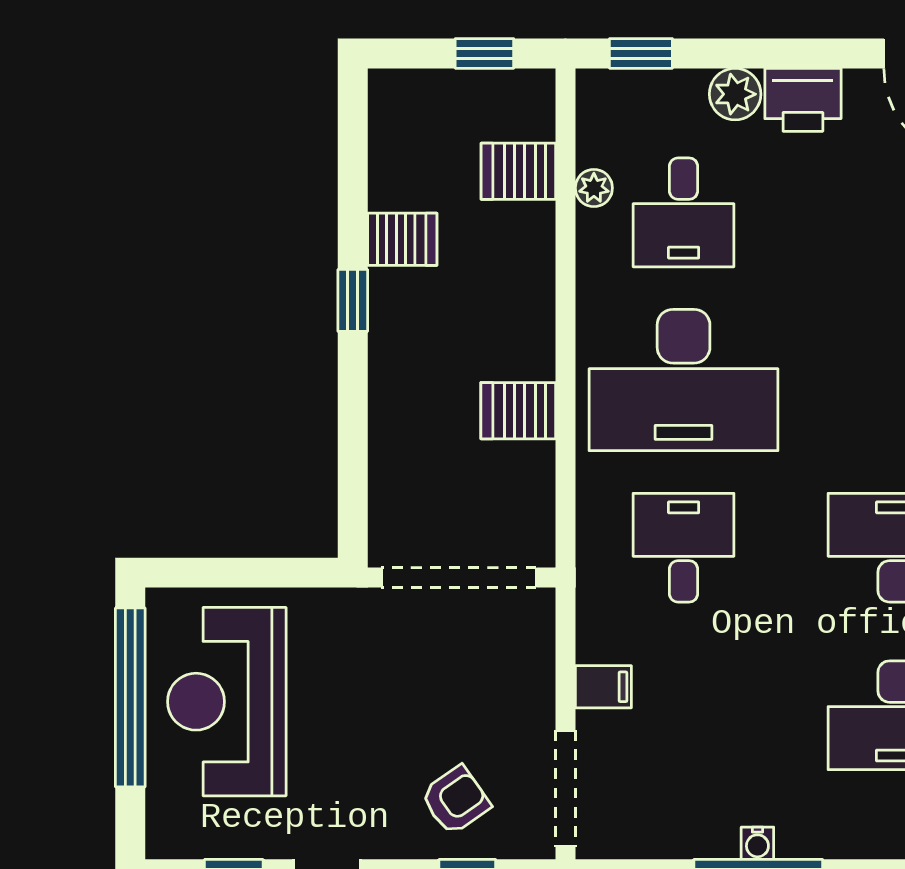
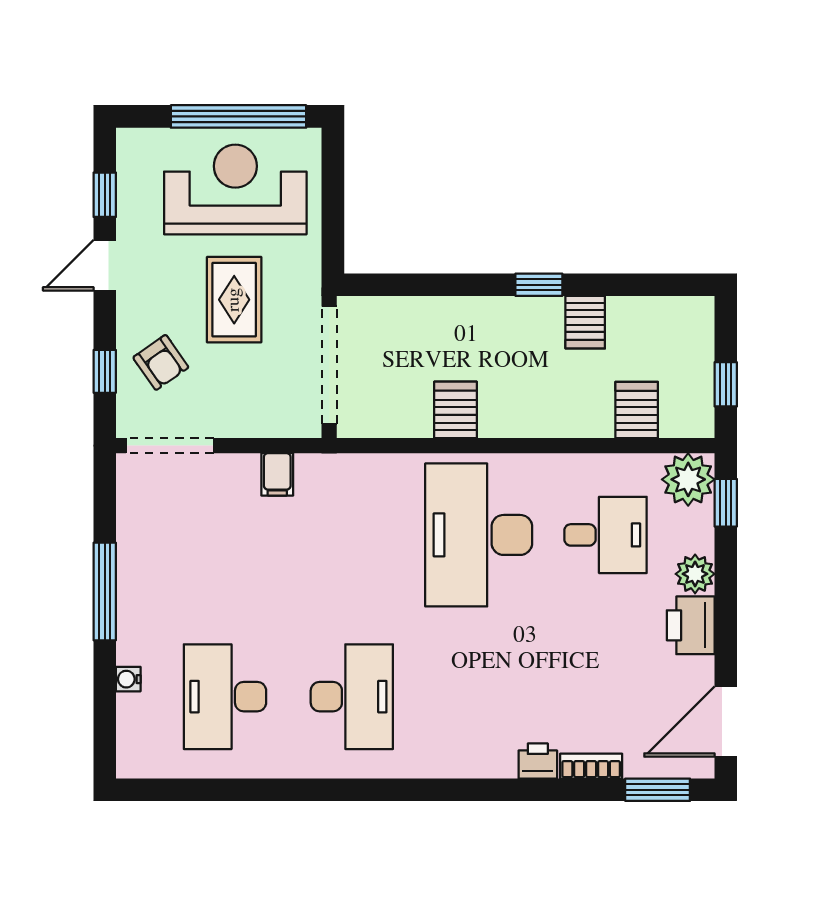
plant: (594, 188) -> (688, 479), moved, width x1.88, depth x1.88
desk: (684, 212) -> (605, 535), turned 180
desk: (684, 548) -> (352, 535), removed
filing cabinet: (603, 687) -> (277, 474), moved
rug: (373, 703) -> (234, 300), added
water cooler: (757, 843) -> (128, 679), moved

